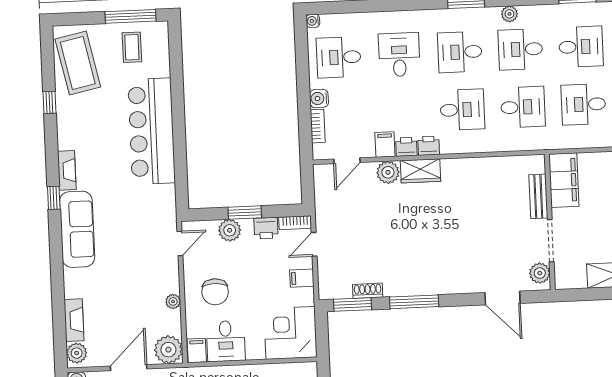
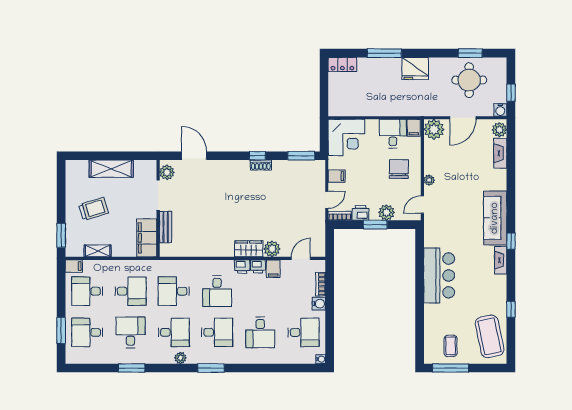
desk: (581, 47) -> (131, 332), turned 90
desk: (462, 110) -> (217, 291), turned -90
bar counter: (152, 131) -> (439, 275), width x0.73
shoe rack: (368, 291) -> (261, 165), moved
plant: (173, 301) -> (429, 180), moved
window: (414, 302) -> (257, 156), width x0.46

